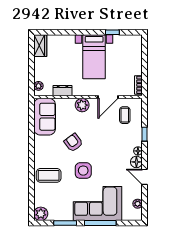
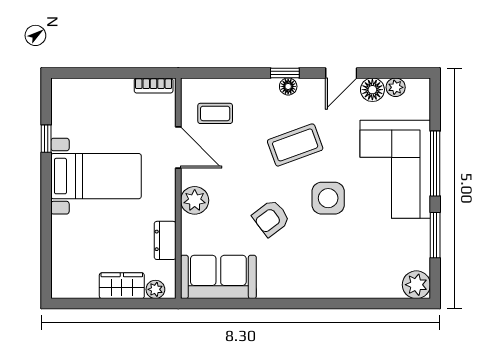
wardrobe: (40, 46) -> (122, 286), moved
window: (145, 134) -> (285, 73), moved
floor lamp: (136, 162) -> (372, 90), moved
coffee table: (49, 175) -> (295, 145), moved, turned 70

